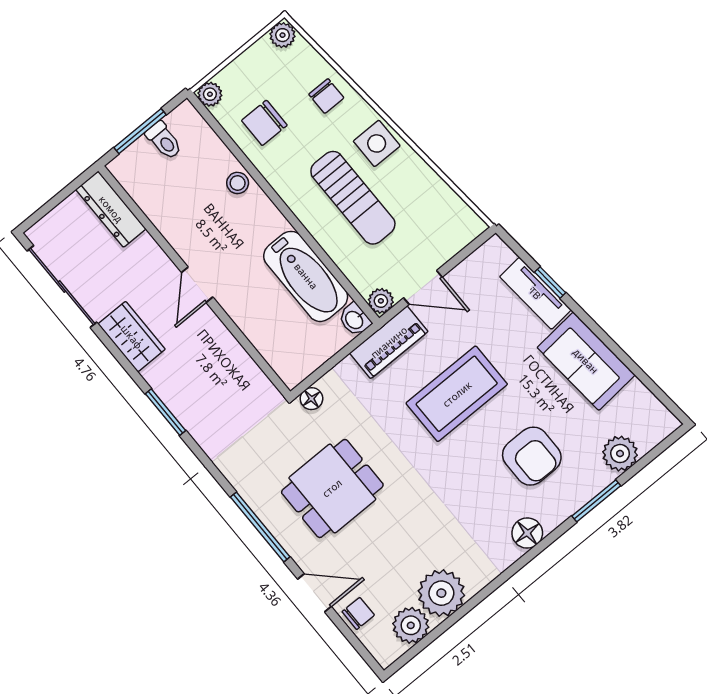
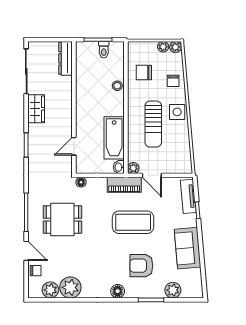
plant: (210, 94) -> (163, 47), moved
door: (197, 285) -> (74, 146), moved
tv unit: (535, 293) -> (188, 196), moved
armchair: (532, 456) -> (141, 266), turned 90

